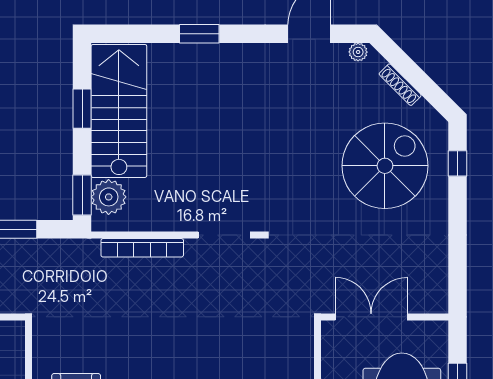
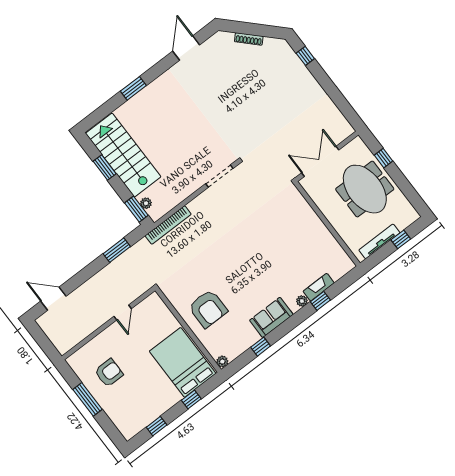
plant: (358, 52) -> (217, 39), removed
spiral stairs: (385, 166) -> (271, 84), removed
plant: (109, 197) -> (146, 203), width x0.53, depth x0.53
bookcase: (142, 248) -> (168, 225), moved

